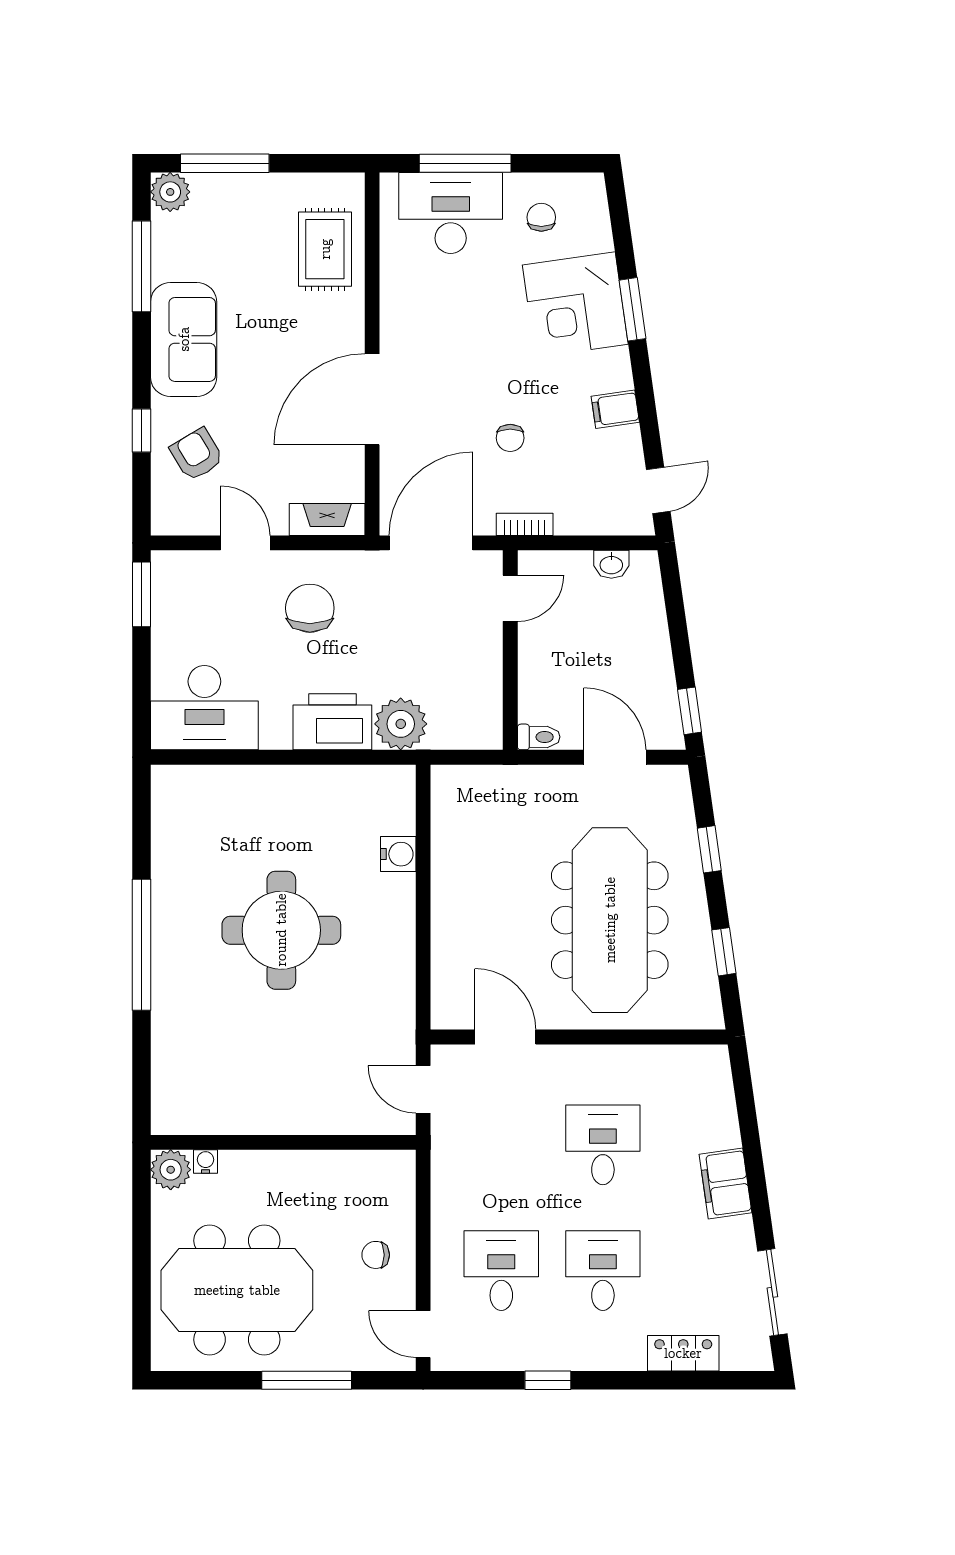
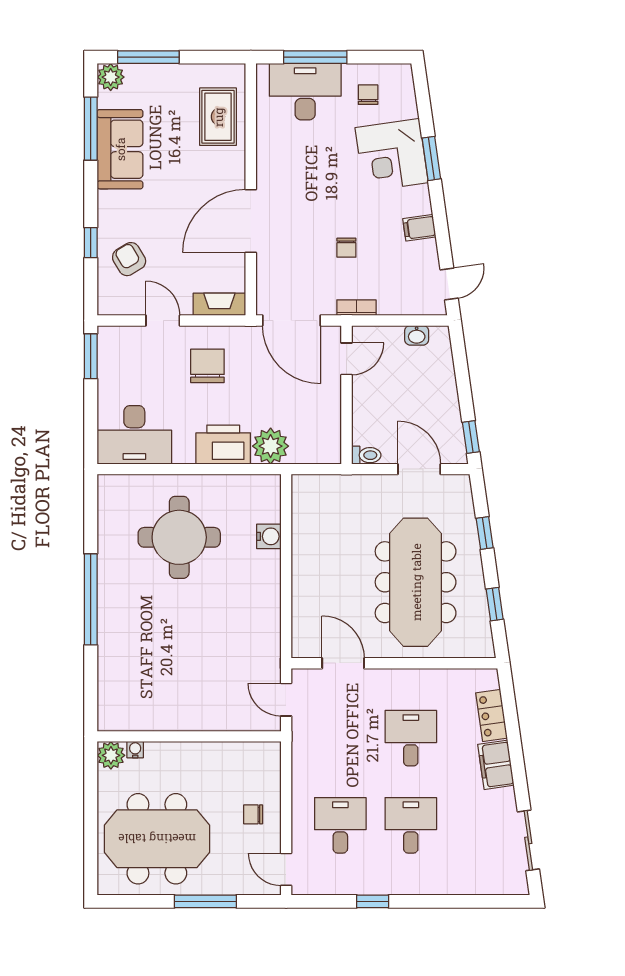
sofa: (184, 339) -> (120, 149), moved
door: (431, 543) -> (292, 321), swing flipped
round table: (281, 930) -> (179, 537), moved
locker: (683, 1353) -> (492, 715), moved, turned -98

